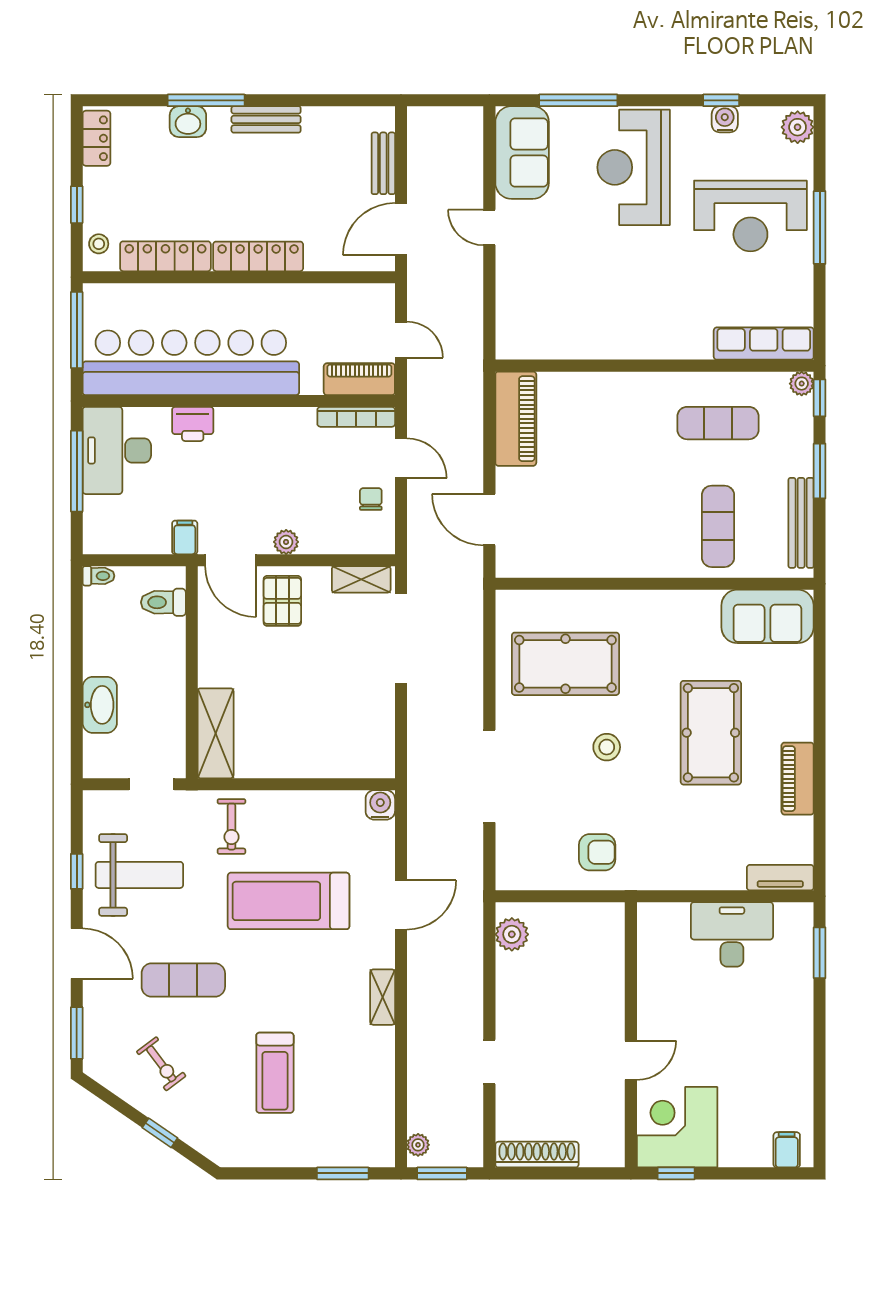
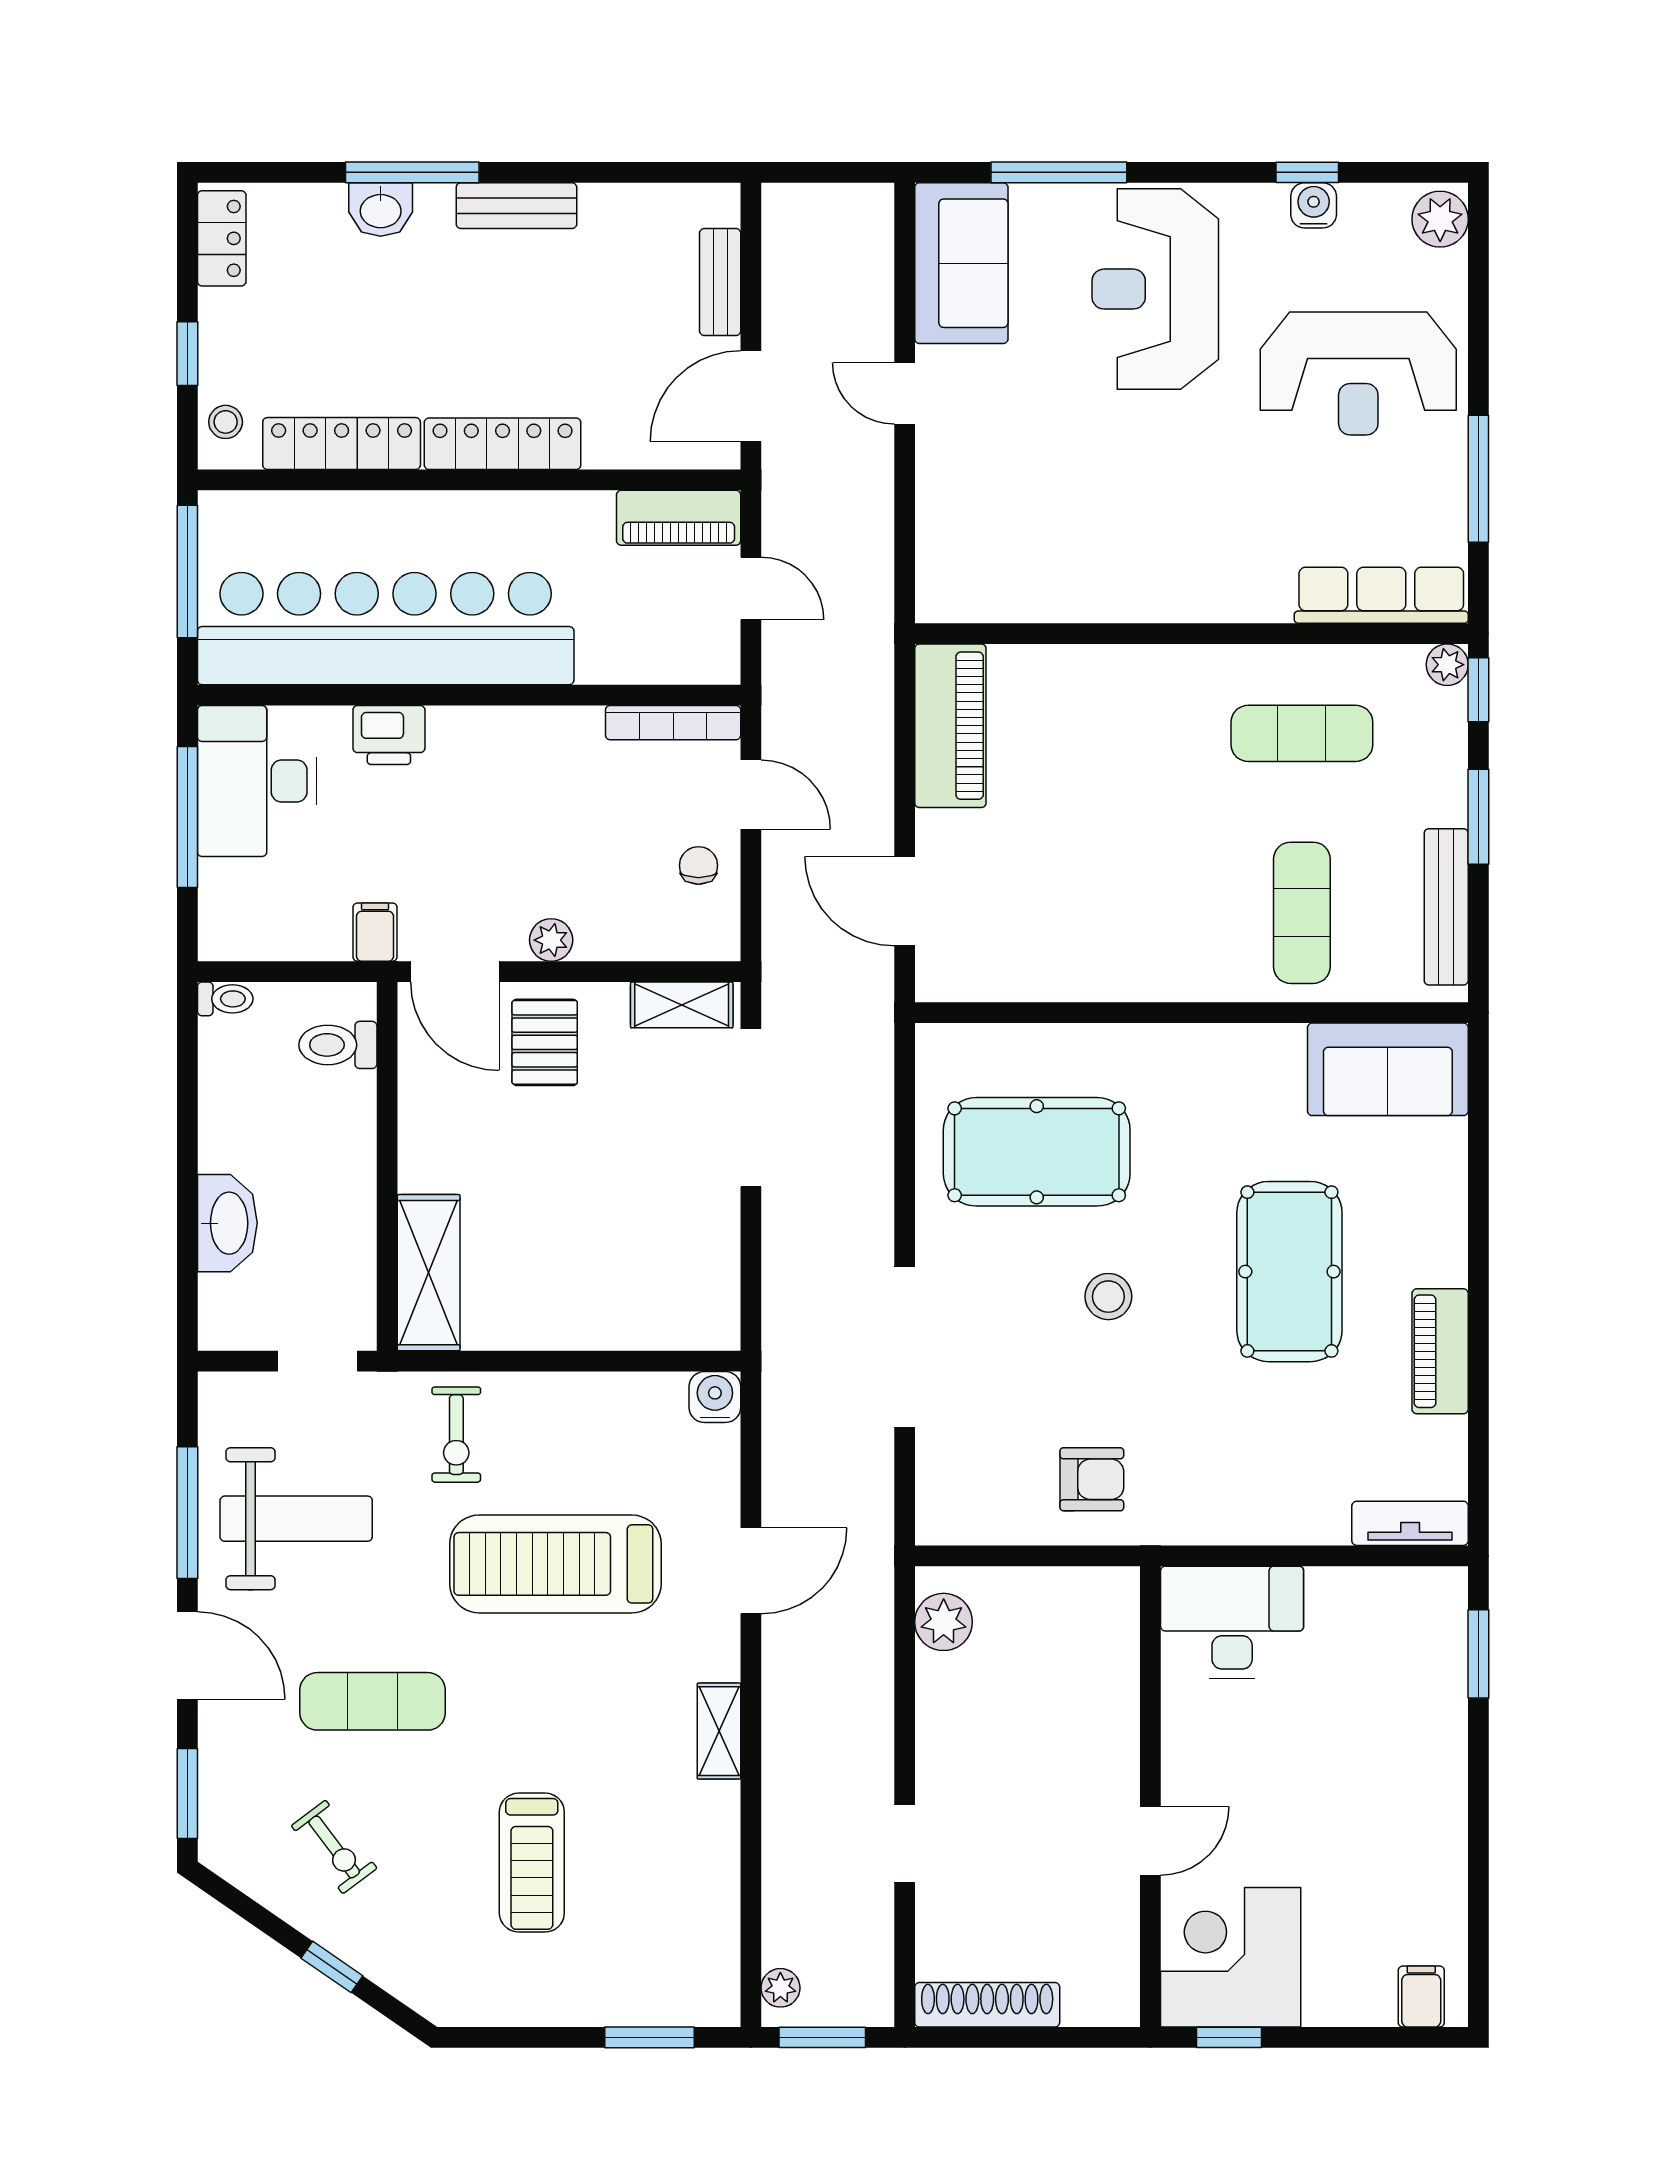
window: (820, 228) -> (1478, 479), moved
piano: (359, 379) -> (679, 518), moved, turned 180
window: (77, 871) -> (187, 1513), width x2.17
desk: (732, 934) -> (1232, 1622), moved

